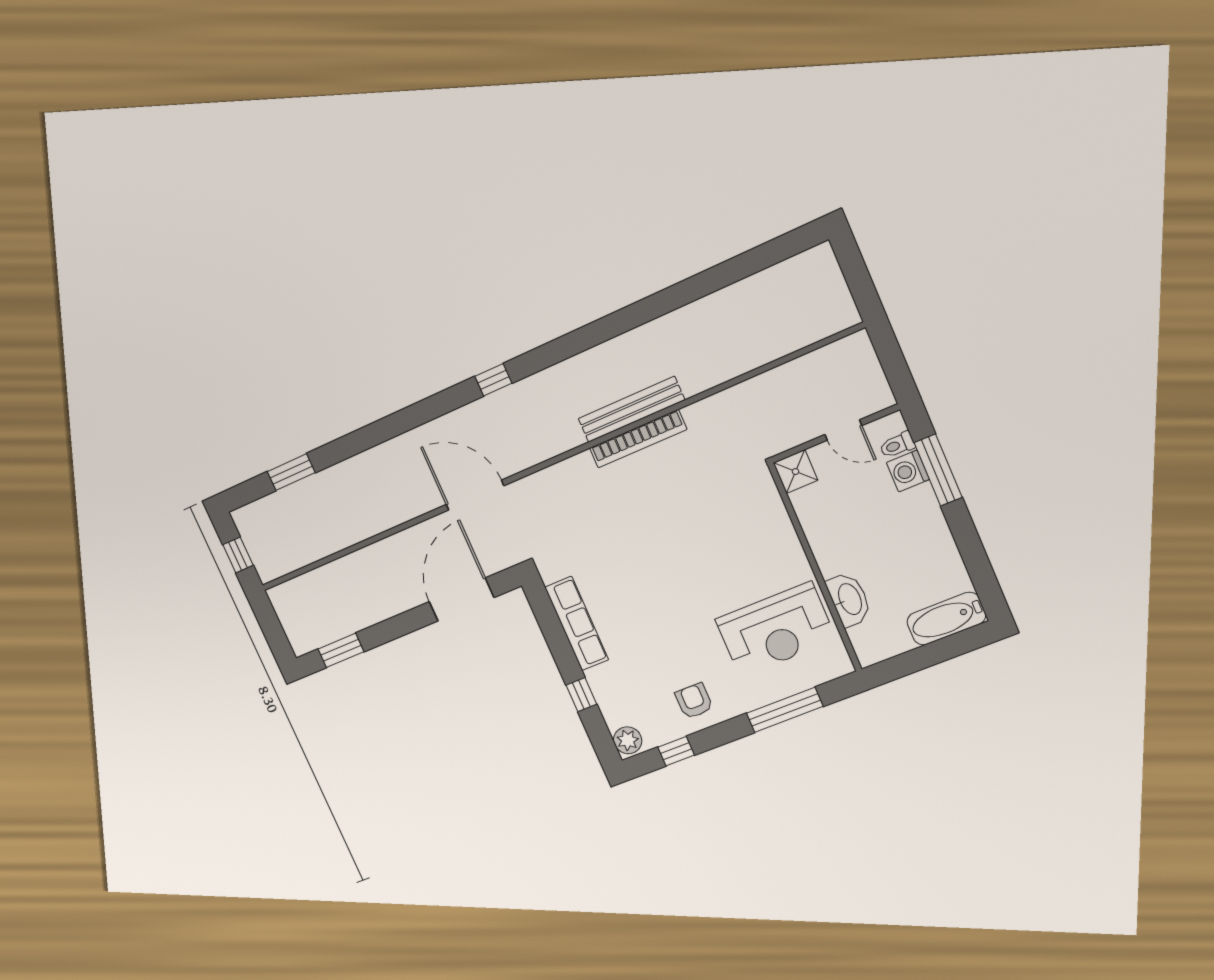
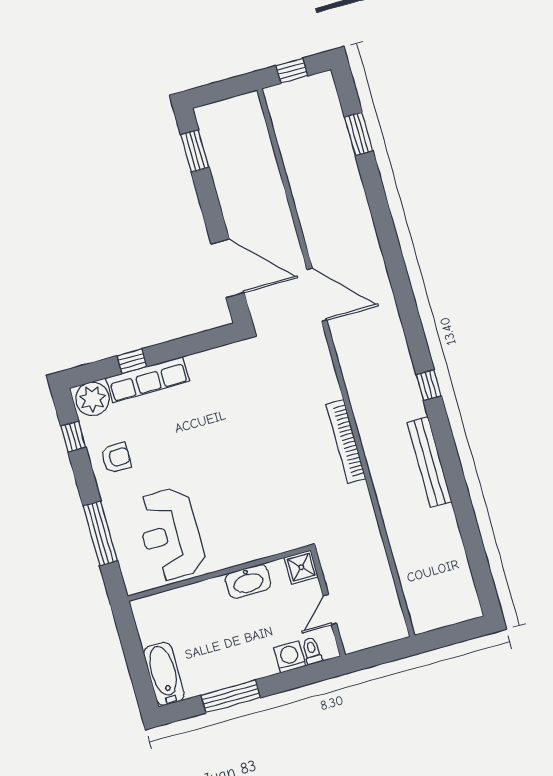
window: (493, 380) -> (429, 385), moved
bench: (631, 409) -> (429, 462), moved
window: (938, 470) -> (231, 696), moved
door: (475, 495) -> (317, 295), hinge flipped
washbasin: (849, 599) -> (248, 581), moved
row of seats: (577, 624) -> (148, 380), moved
plant: (628, 740) -> (92, 399), width x1.36, depth x1.36

